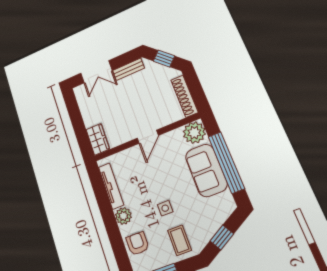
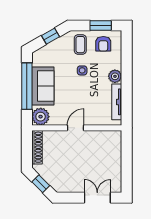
bench: (128, 69) -> (71, 188), removed
wardrobe: (98, 139) -> (115, 142), removed
armchair: (138, 244) -> (103, 44), moved

